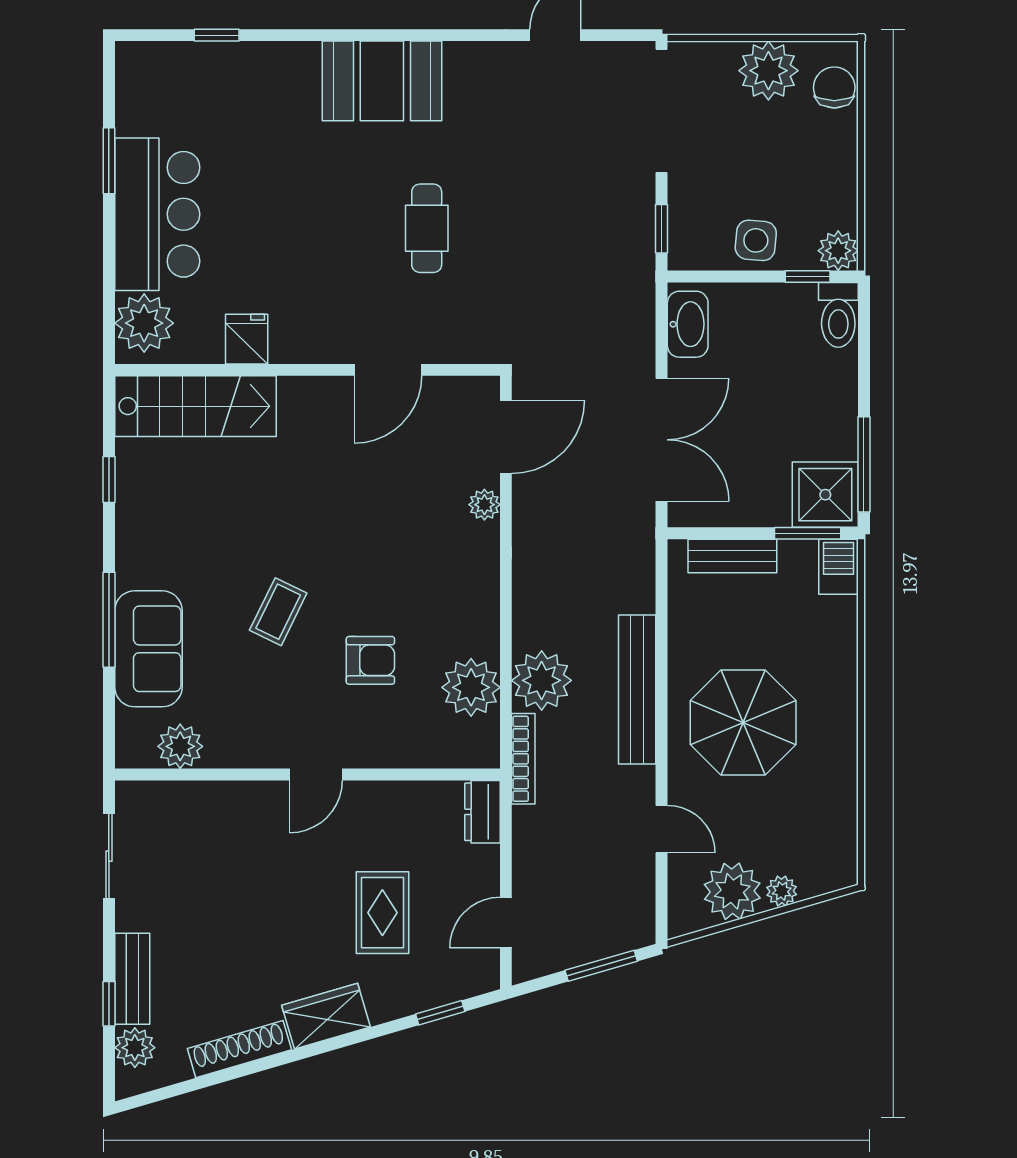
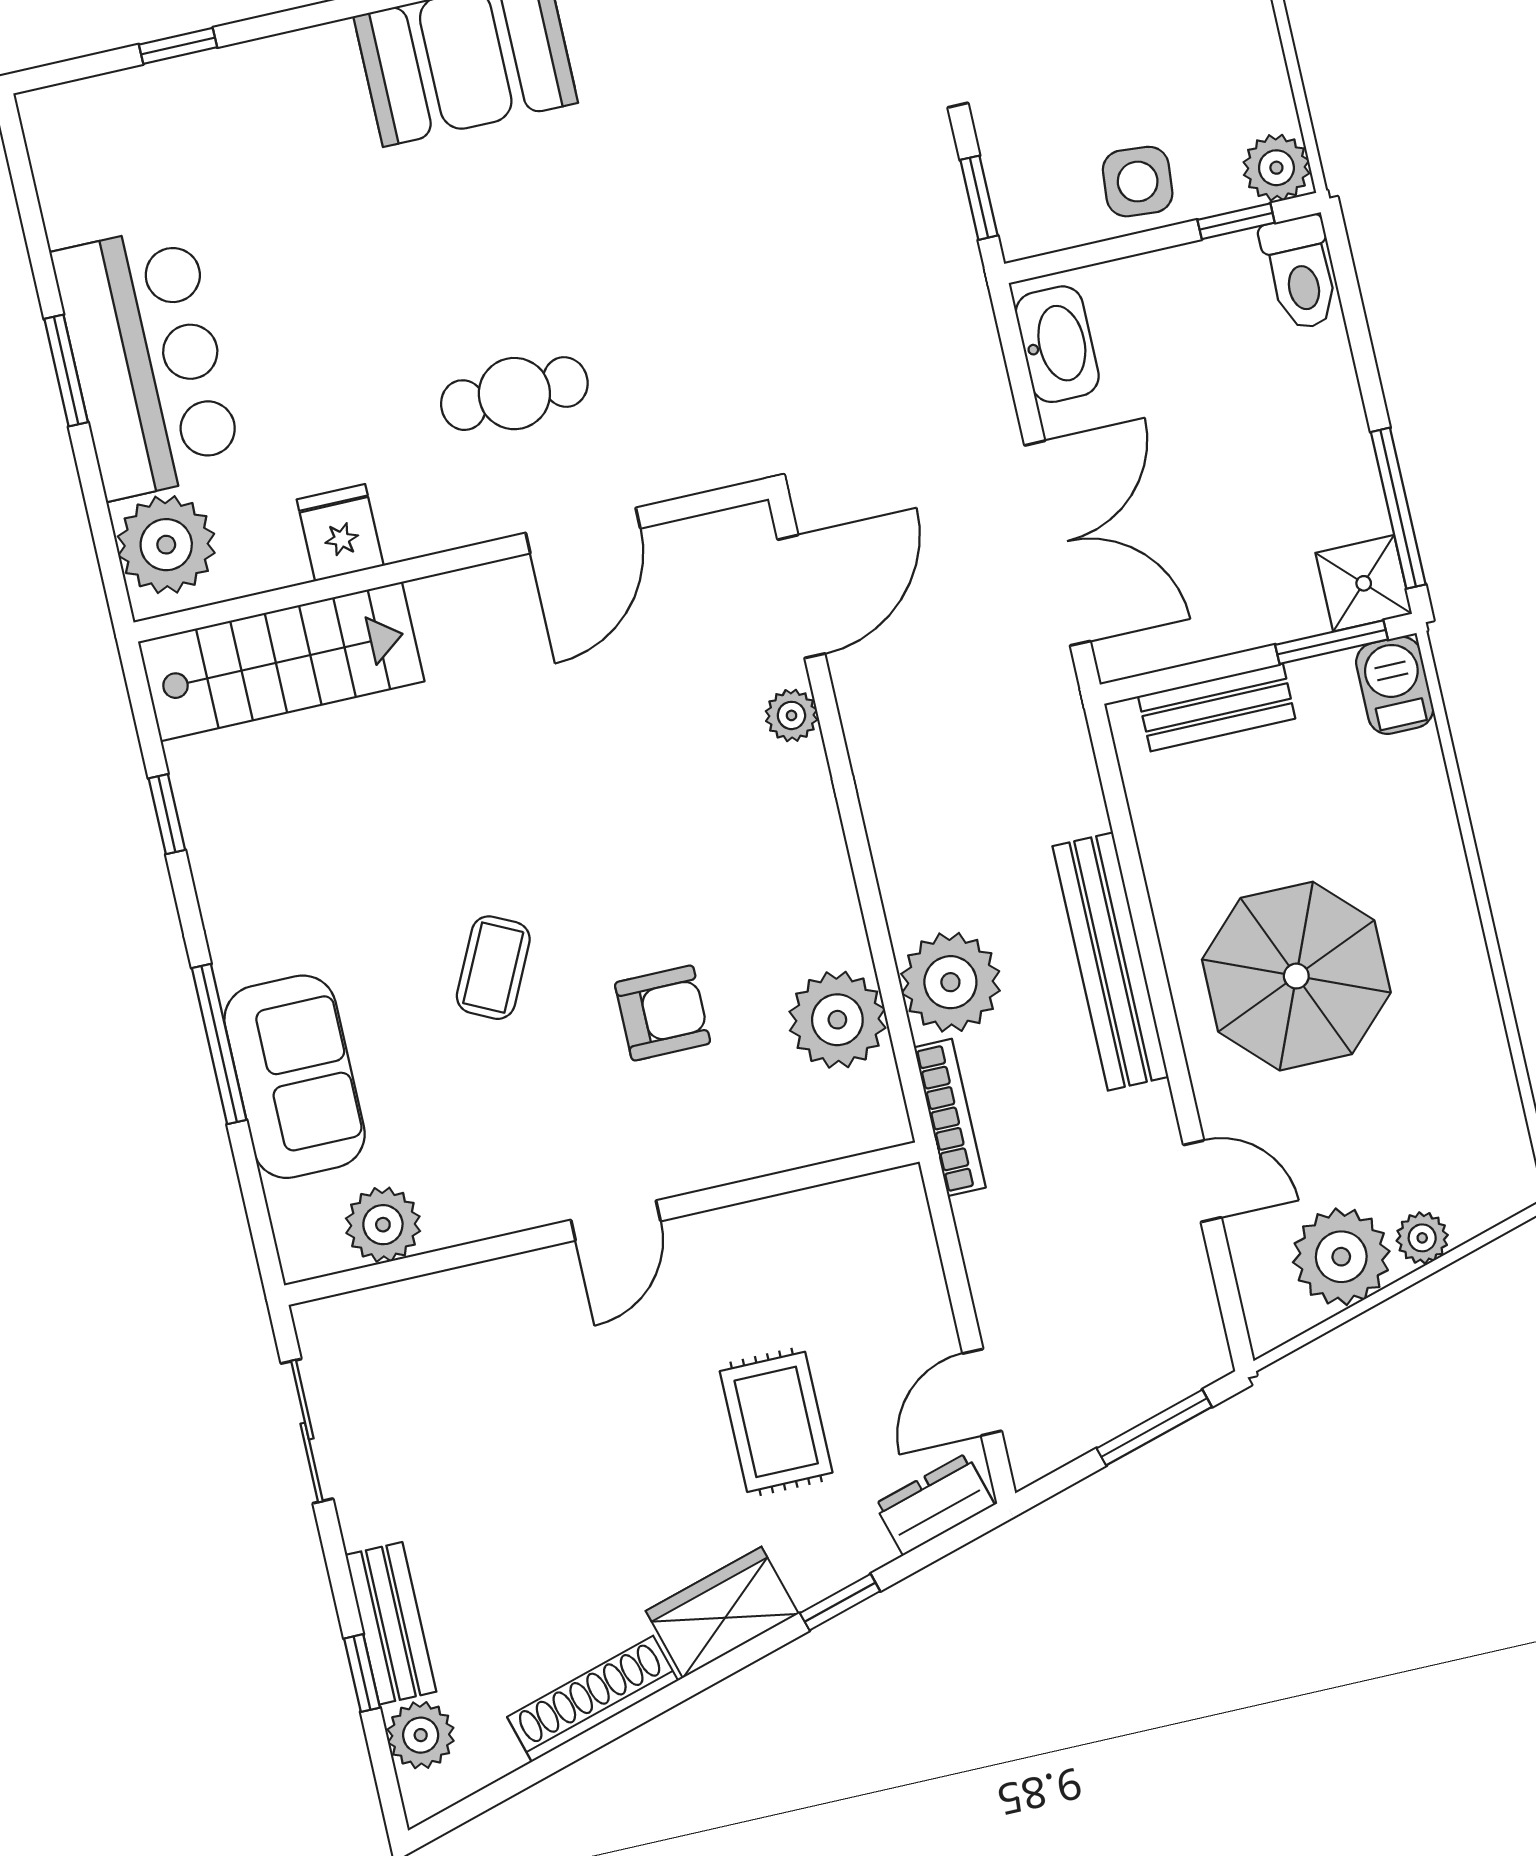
window: (109, 161) -> (66, 370), moved
cafe table: (427, 228) -> (514, 394), moved, turned 90
shower: (825, 495) -> (1364, 583), width x0.73, depth x0.73
dresser: (482, 812) -> (935, 1504), moved, turned 74
window: (440, 1013) -> (840, 1602), moved

